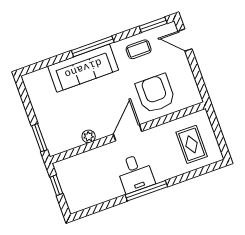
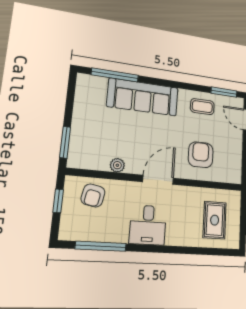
window: (93, 46) -> (115, 75), moved
armchair: (155, 94) -> (201, 155), width x0.73, depth x0.73
armchair: (81, 169) -> (93, 195), added
window: (146, 191) -> (101, 246), moved

